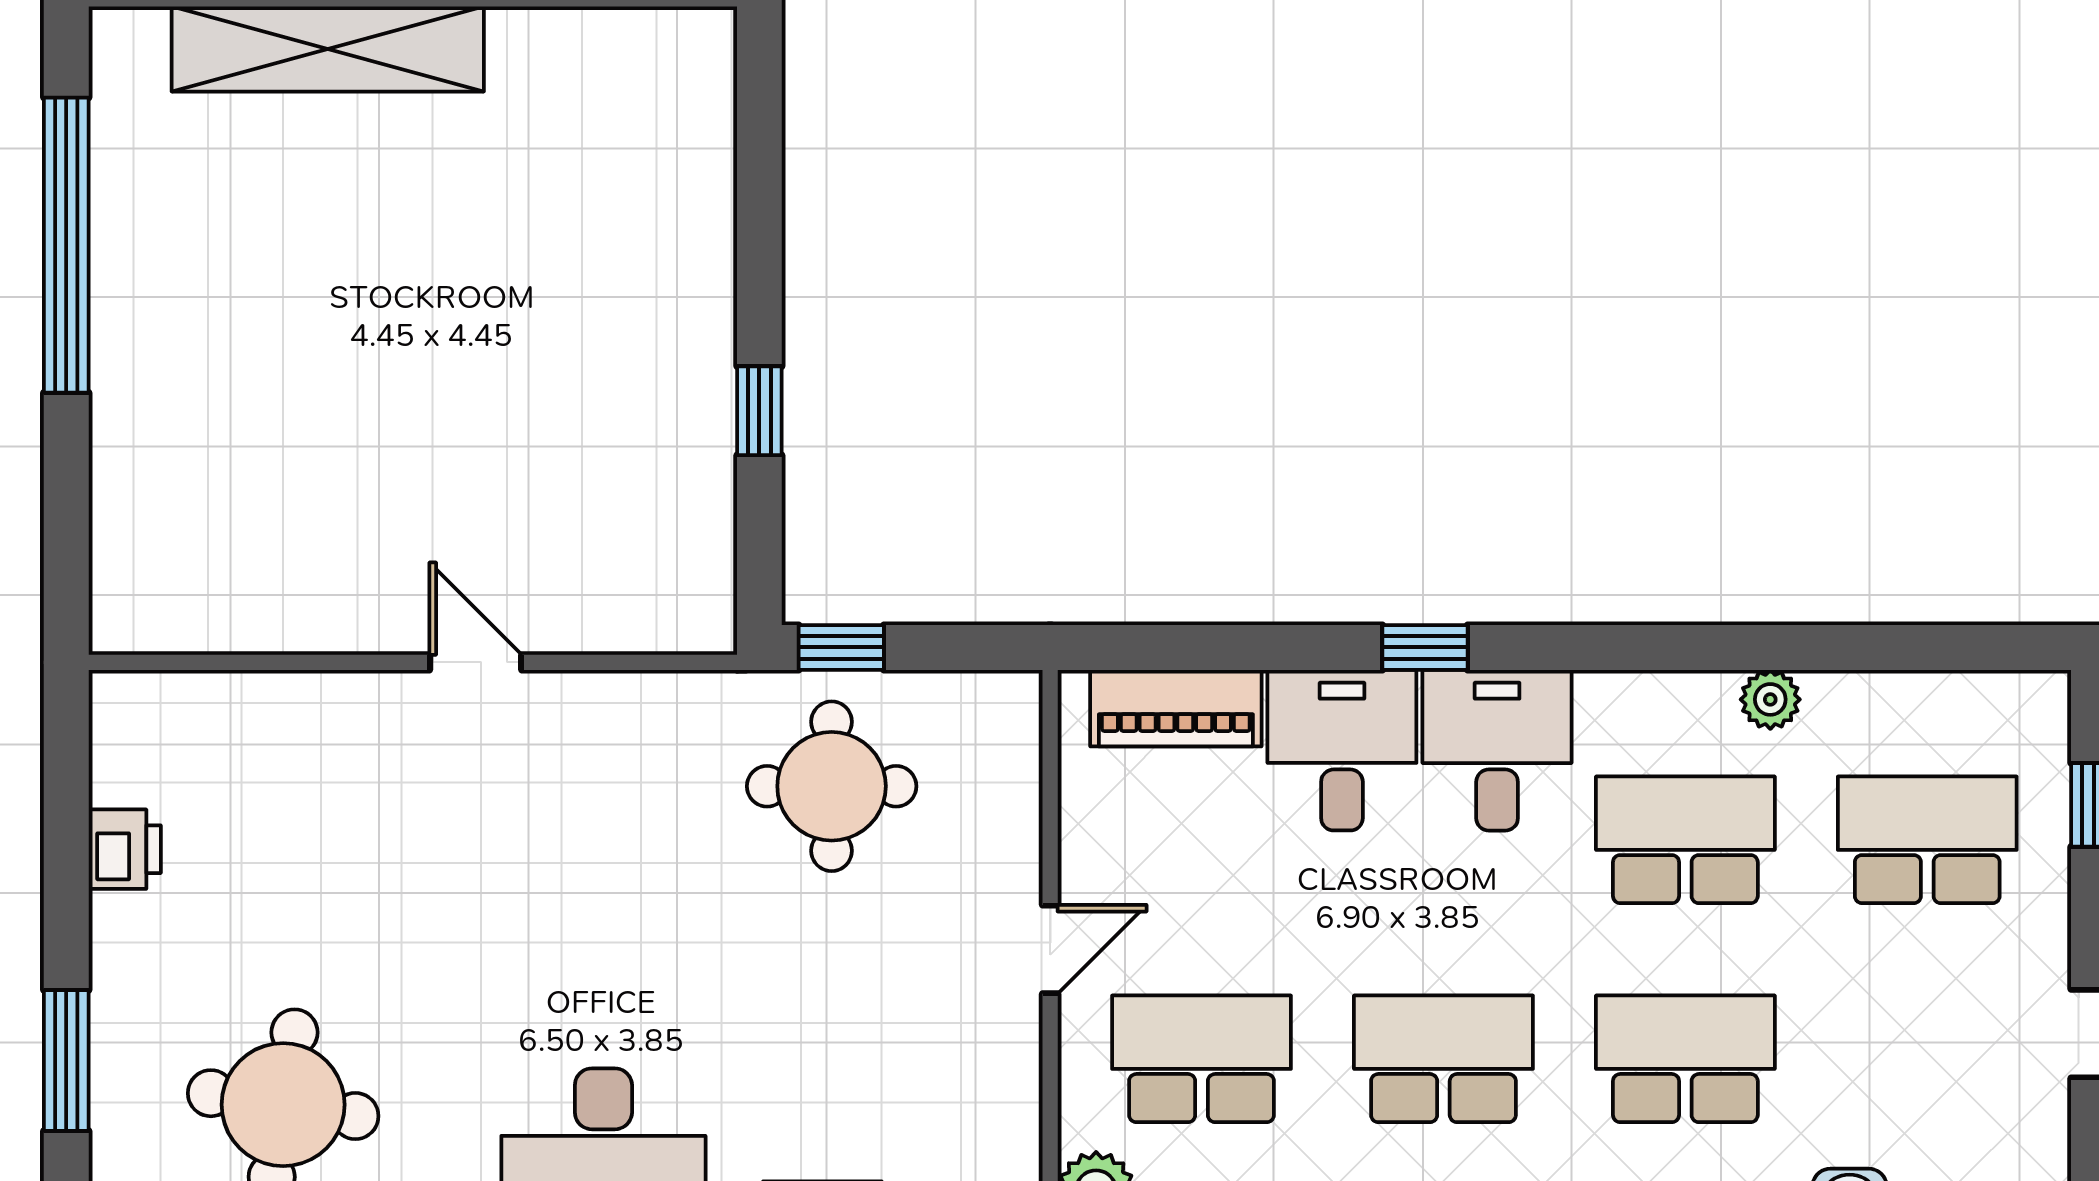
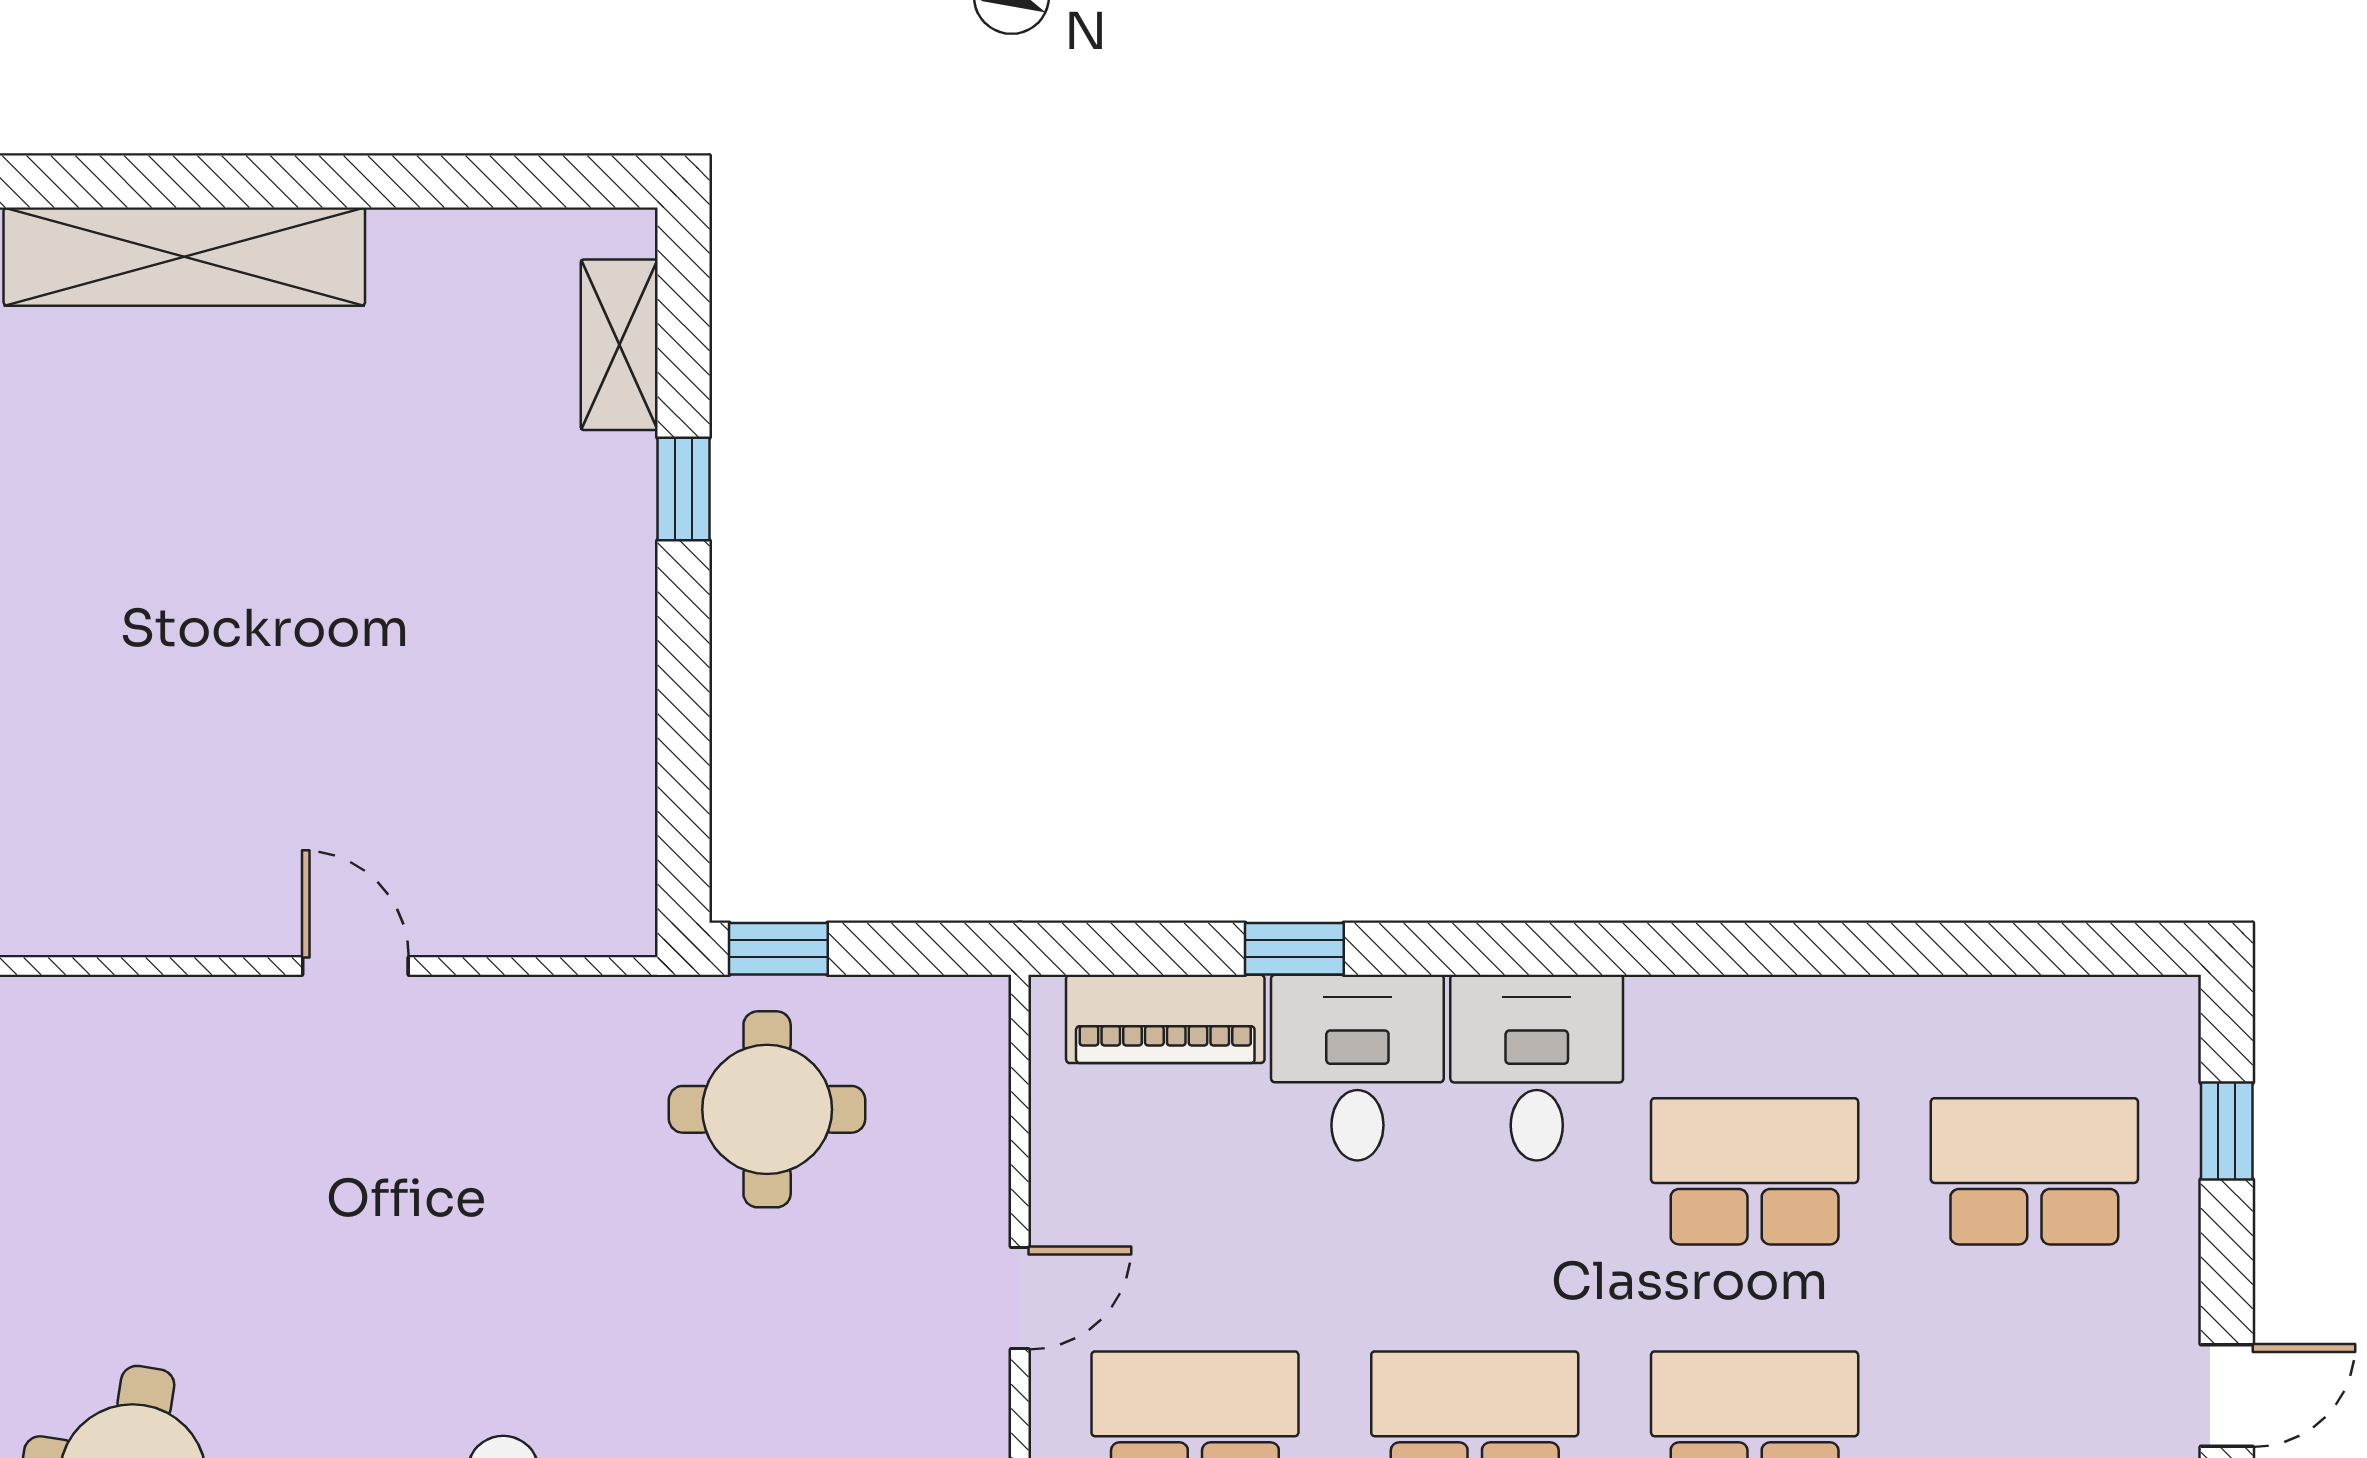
shelving: (704, 125) -> (619, 345), added
window: (759, 411) -> (684, 489), moved
window: (1425, 647) -> (1294, 949), moved
plant: (1770, 699) -> (1853, 1009), removed

